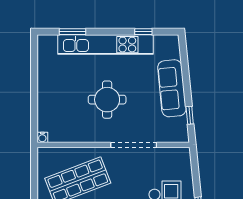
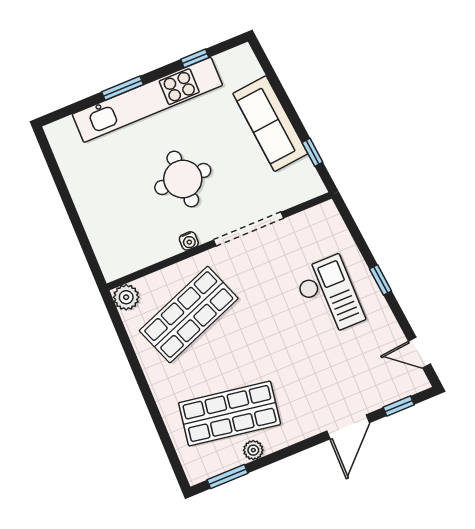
window: (73, 32) -> (122, 88), moved
water cooler: (42, 137) -> (189, 241), moved
plant: (45, 155) -> (126, 297), added

